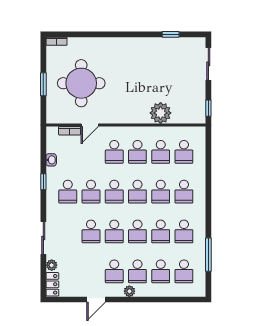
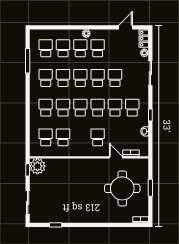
plant: (161, 113) -> (37, 166), moved
door: (90, 125) -> (116, 157), hinge flipped
school desk: (137, 152) -> (80, 137), removed
door: (96, 299) -> (125, 27), moved

